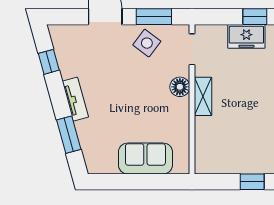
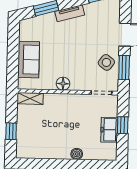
window: (255, 17) -> (123, 125), moved
floor lamp: (180, 87) -> (63, 84), moved
shelving: (203, 96) -> (30, 98), moved

